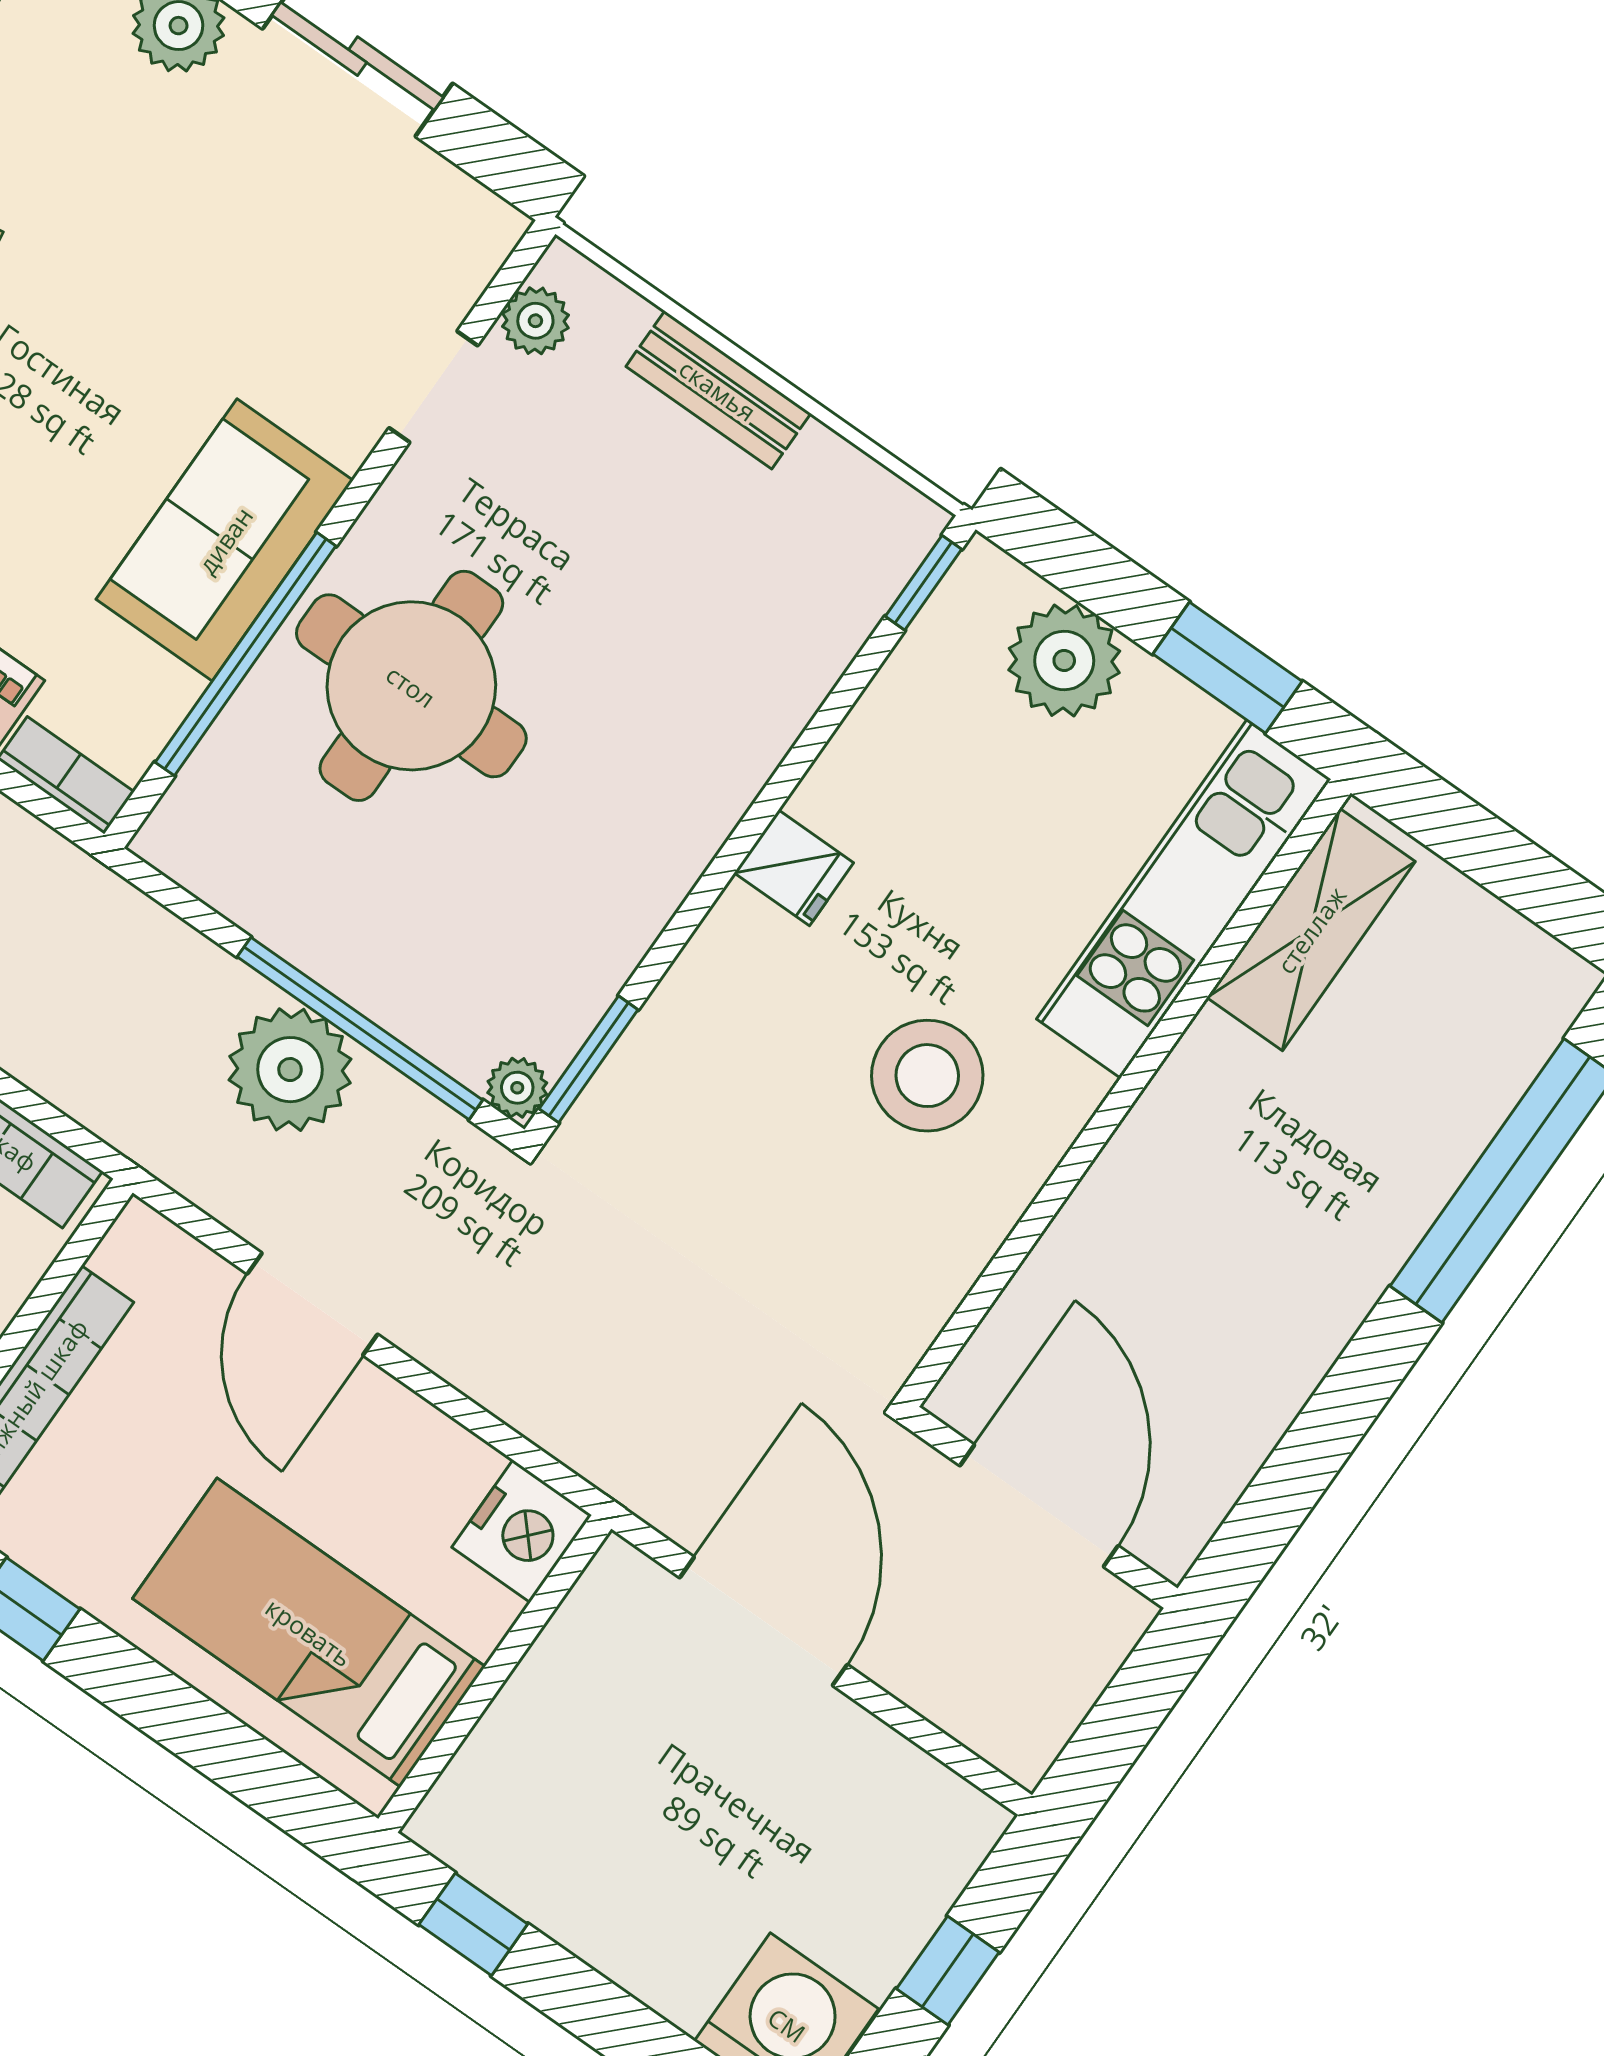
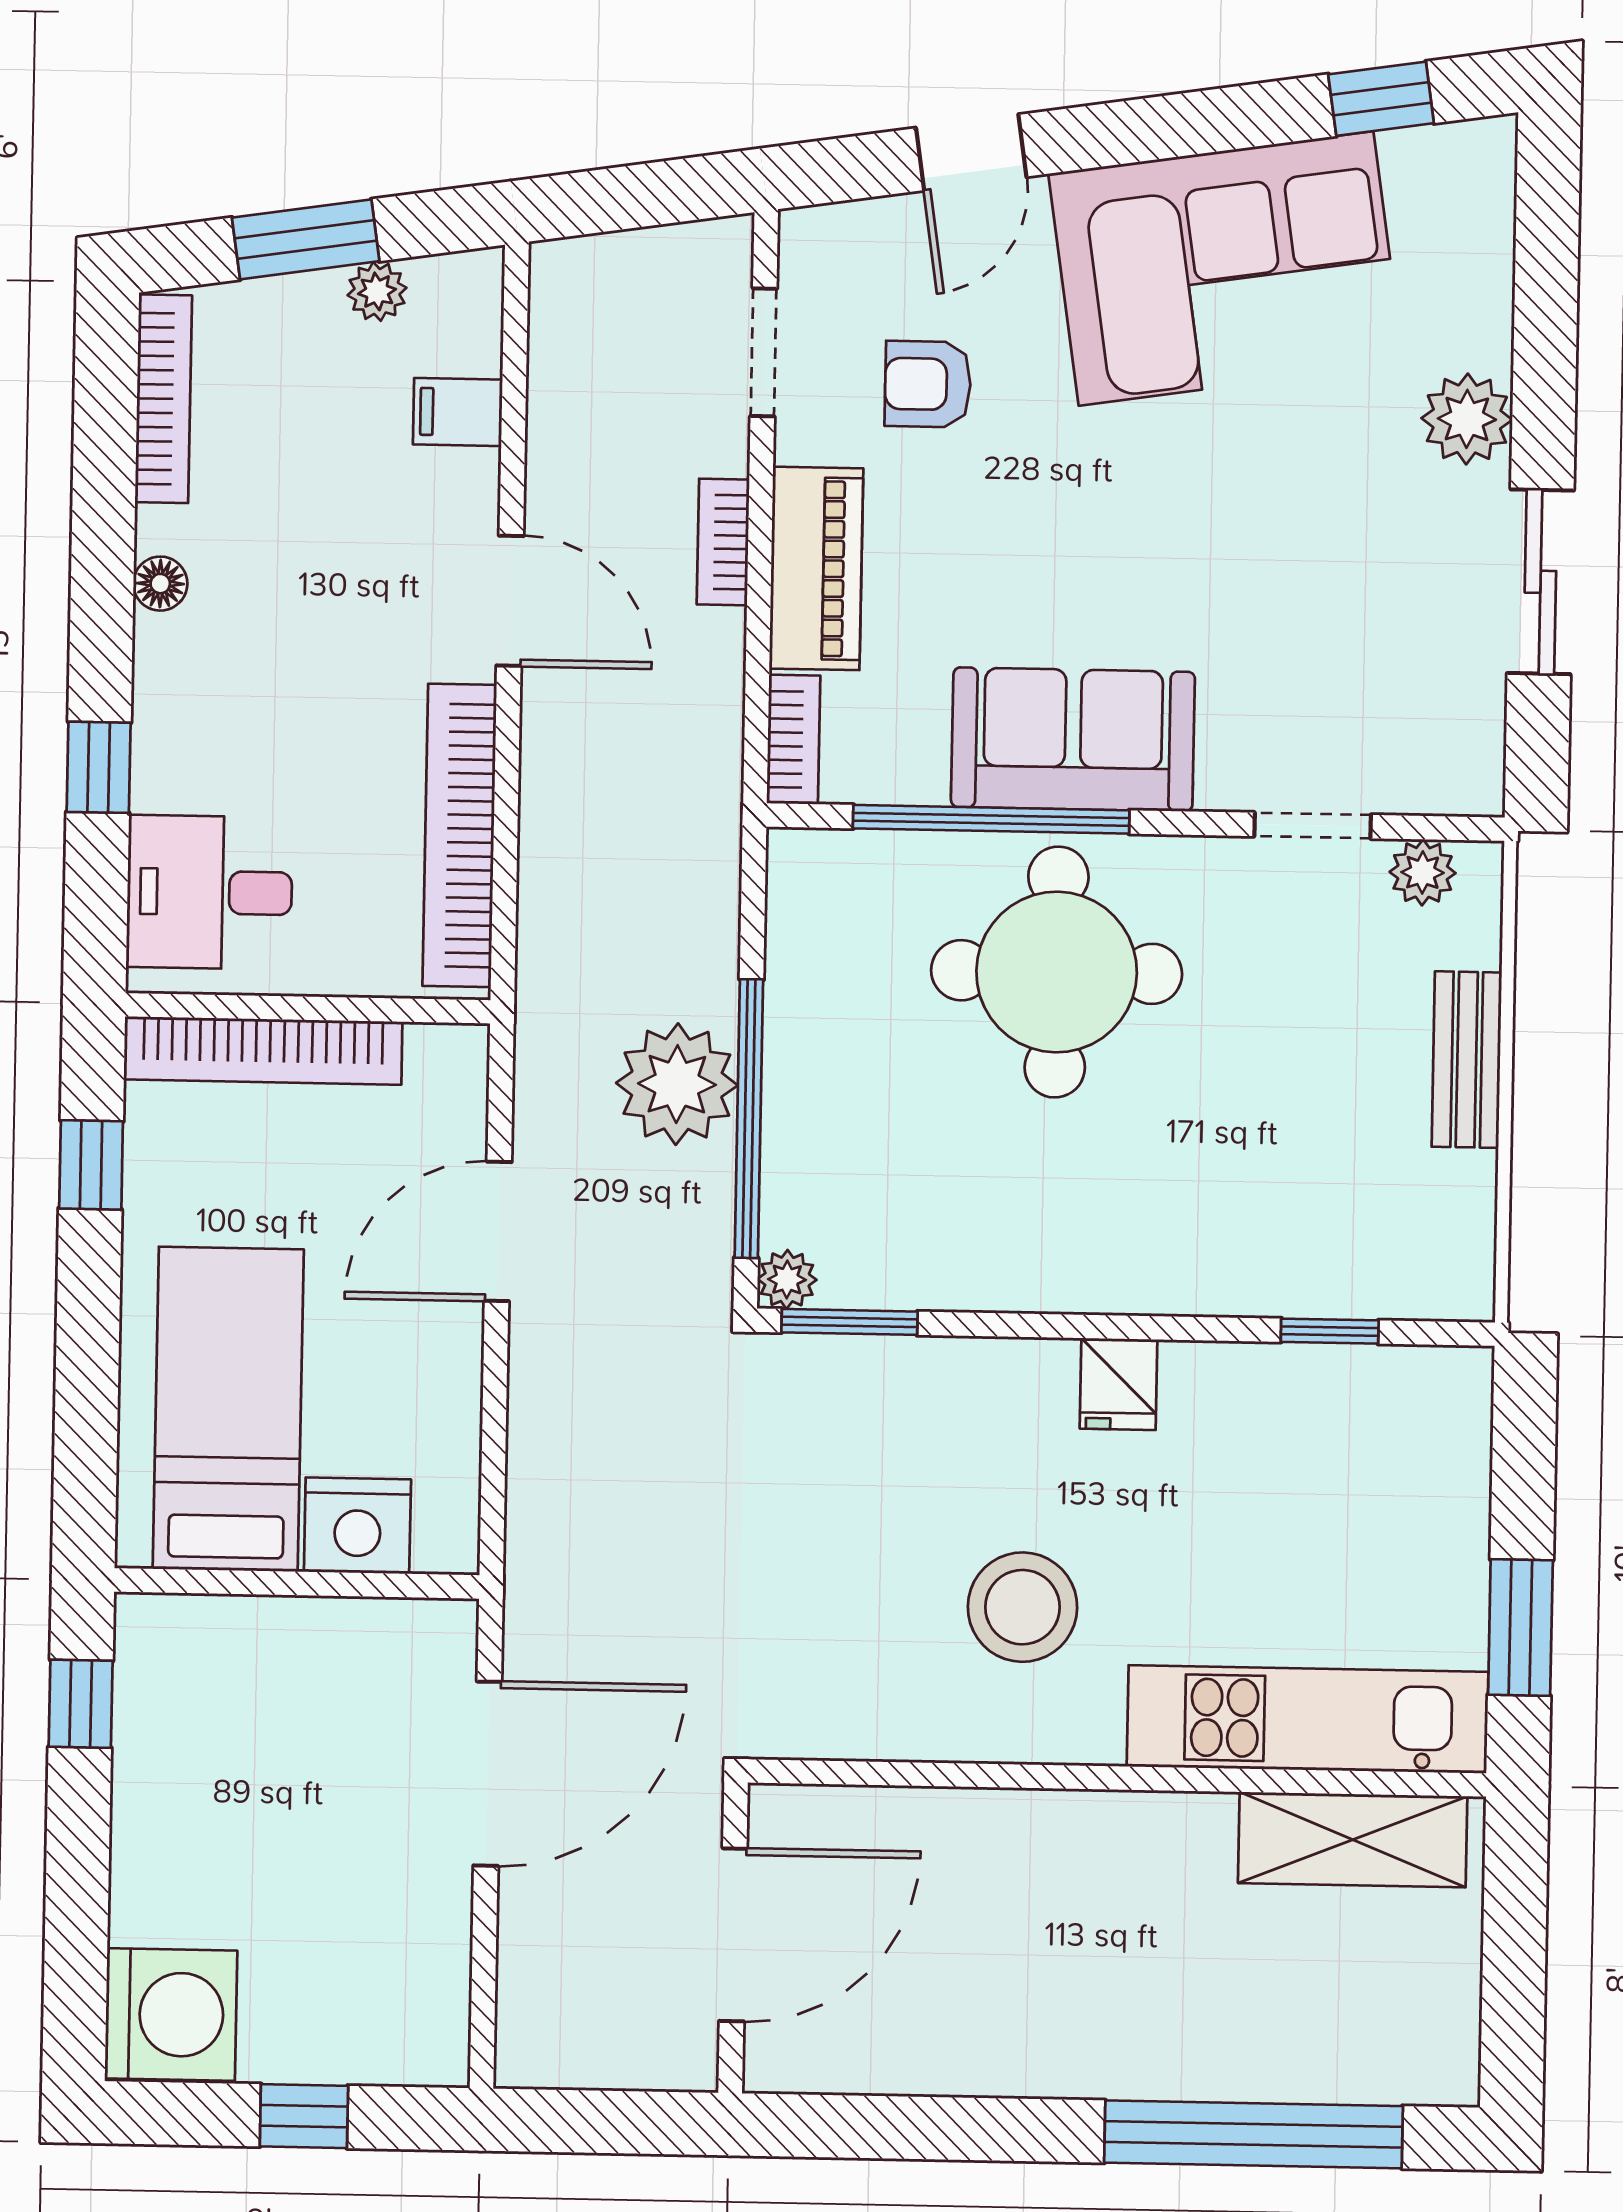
window: (923, 583) -> (1330, 1331), moved
plant: (1064, 660) -> (1436, 1490), removed
nightstand: (522, 1531) -> (357, 1526), moved

